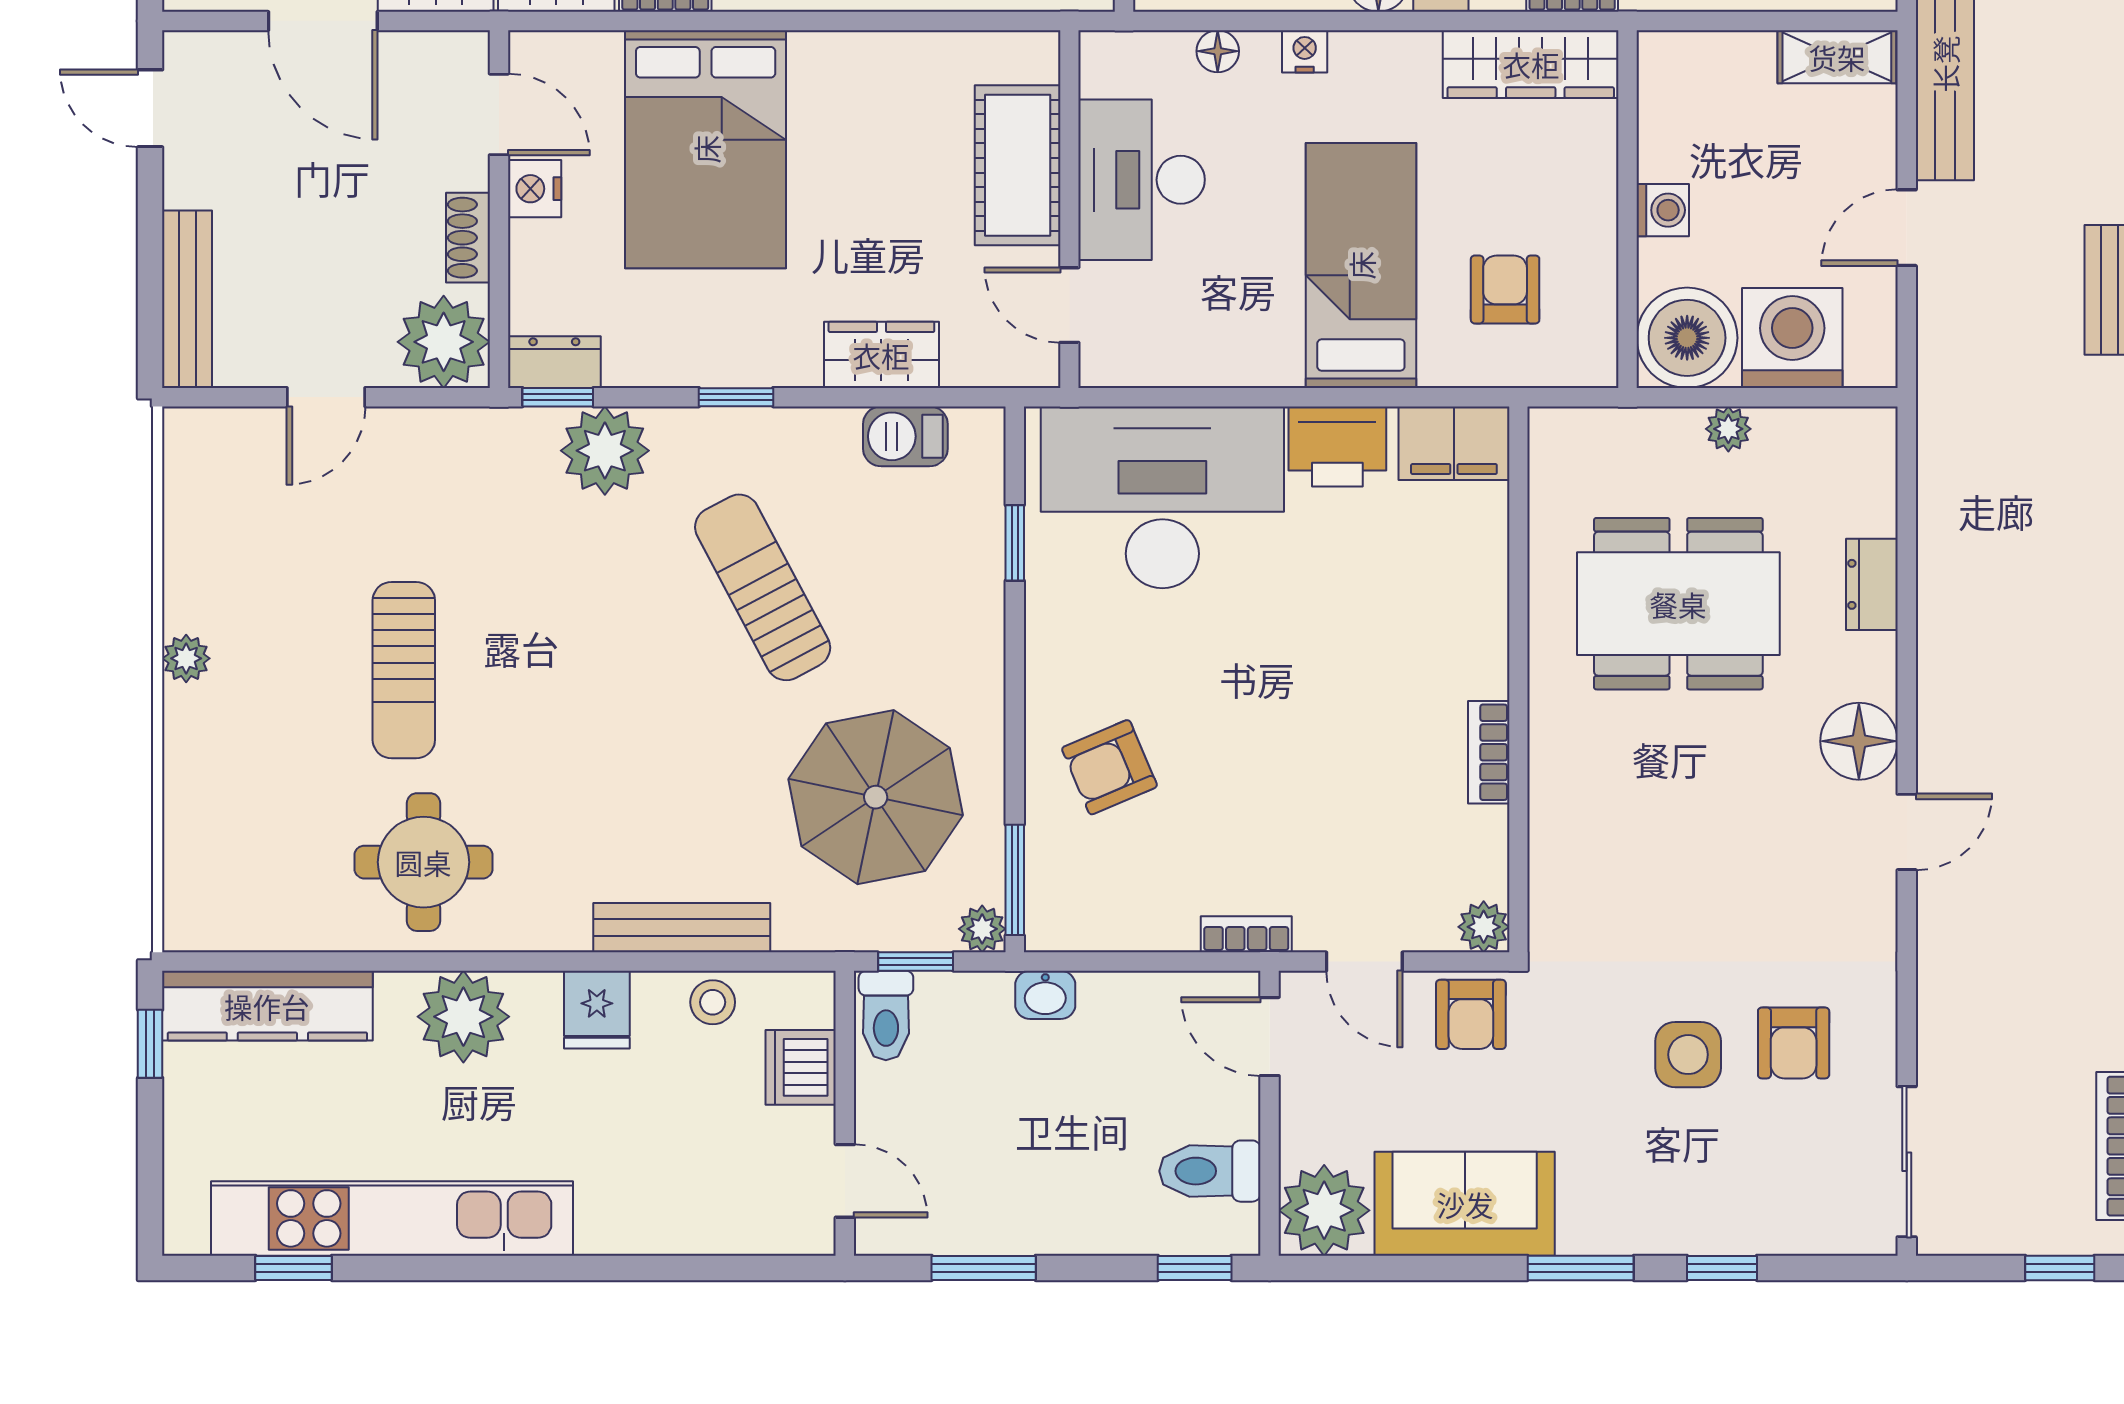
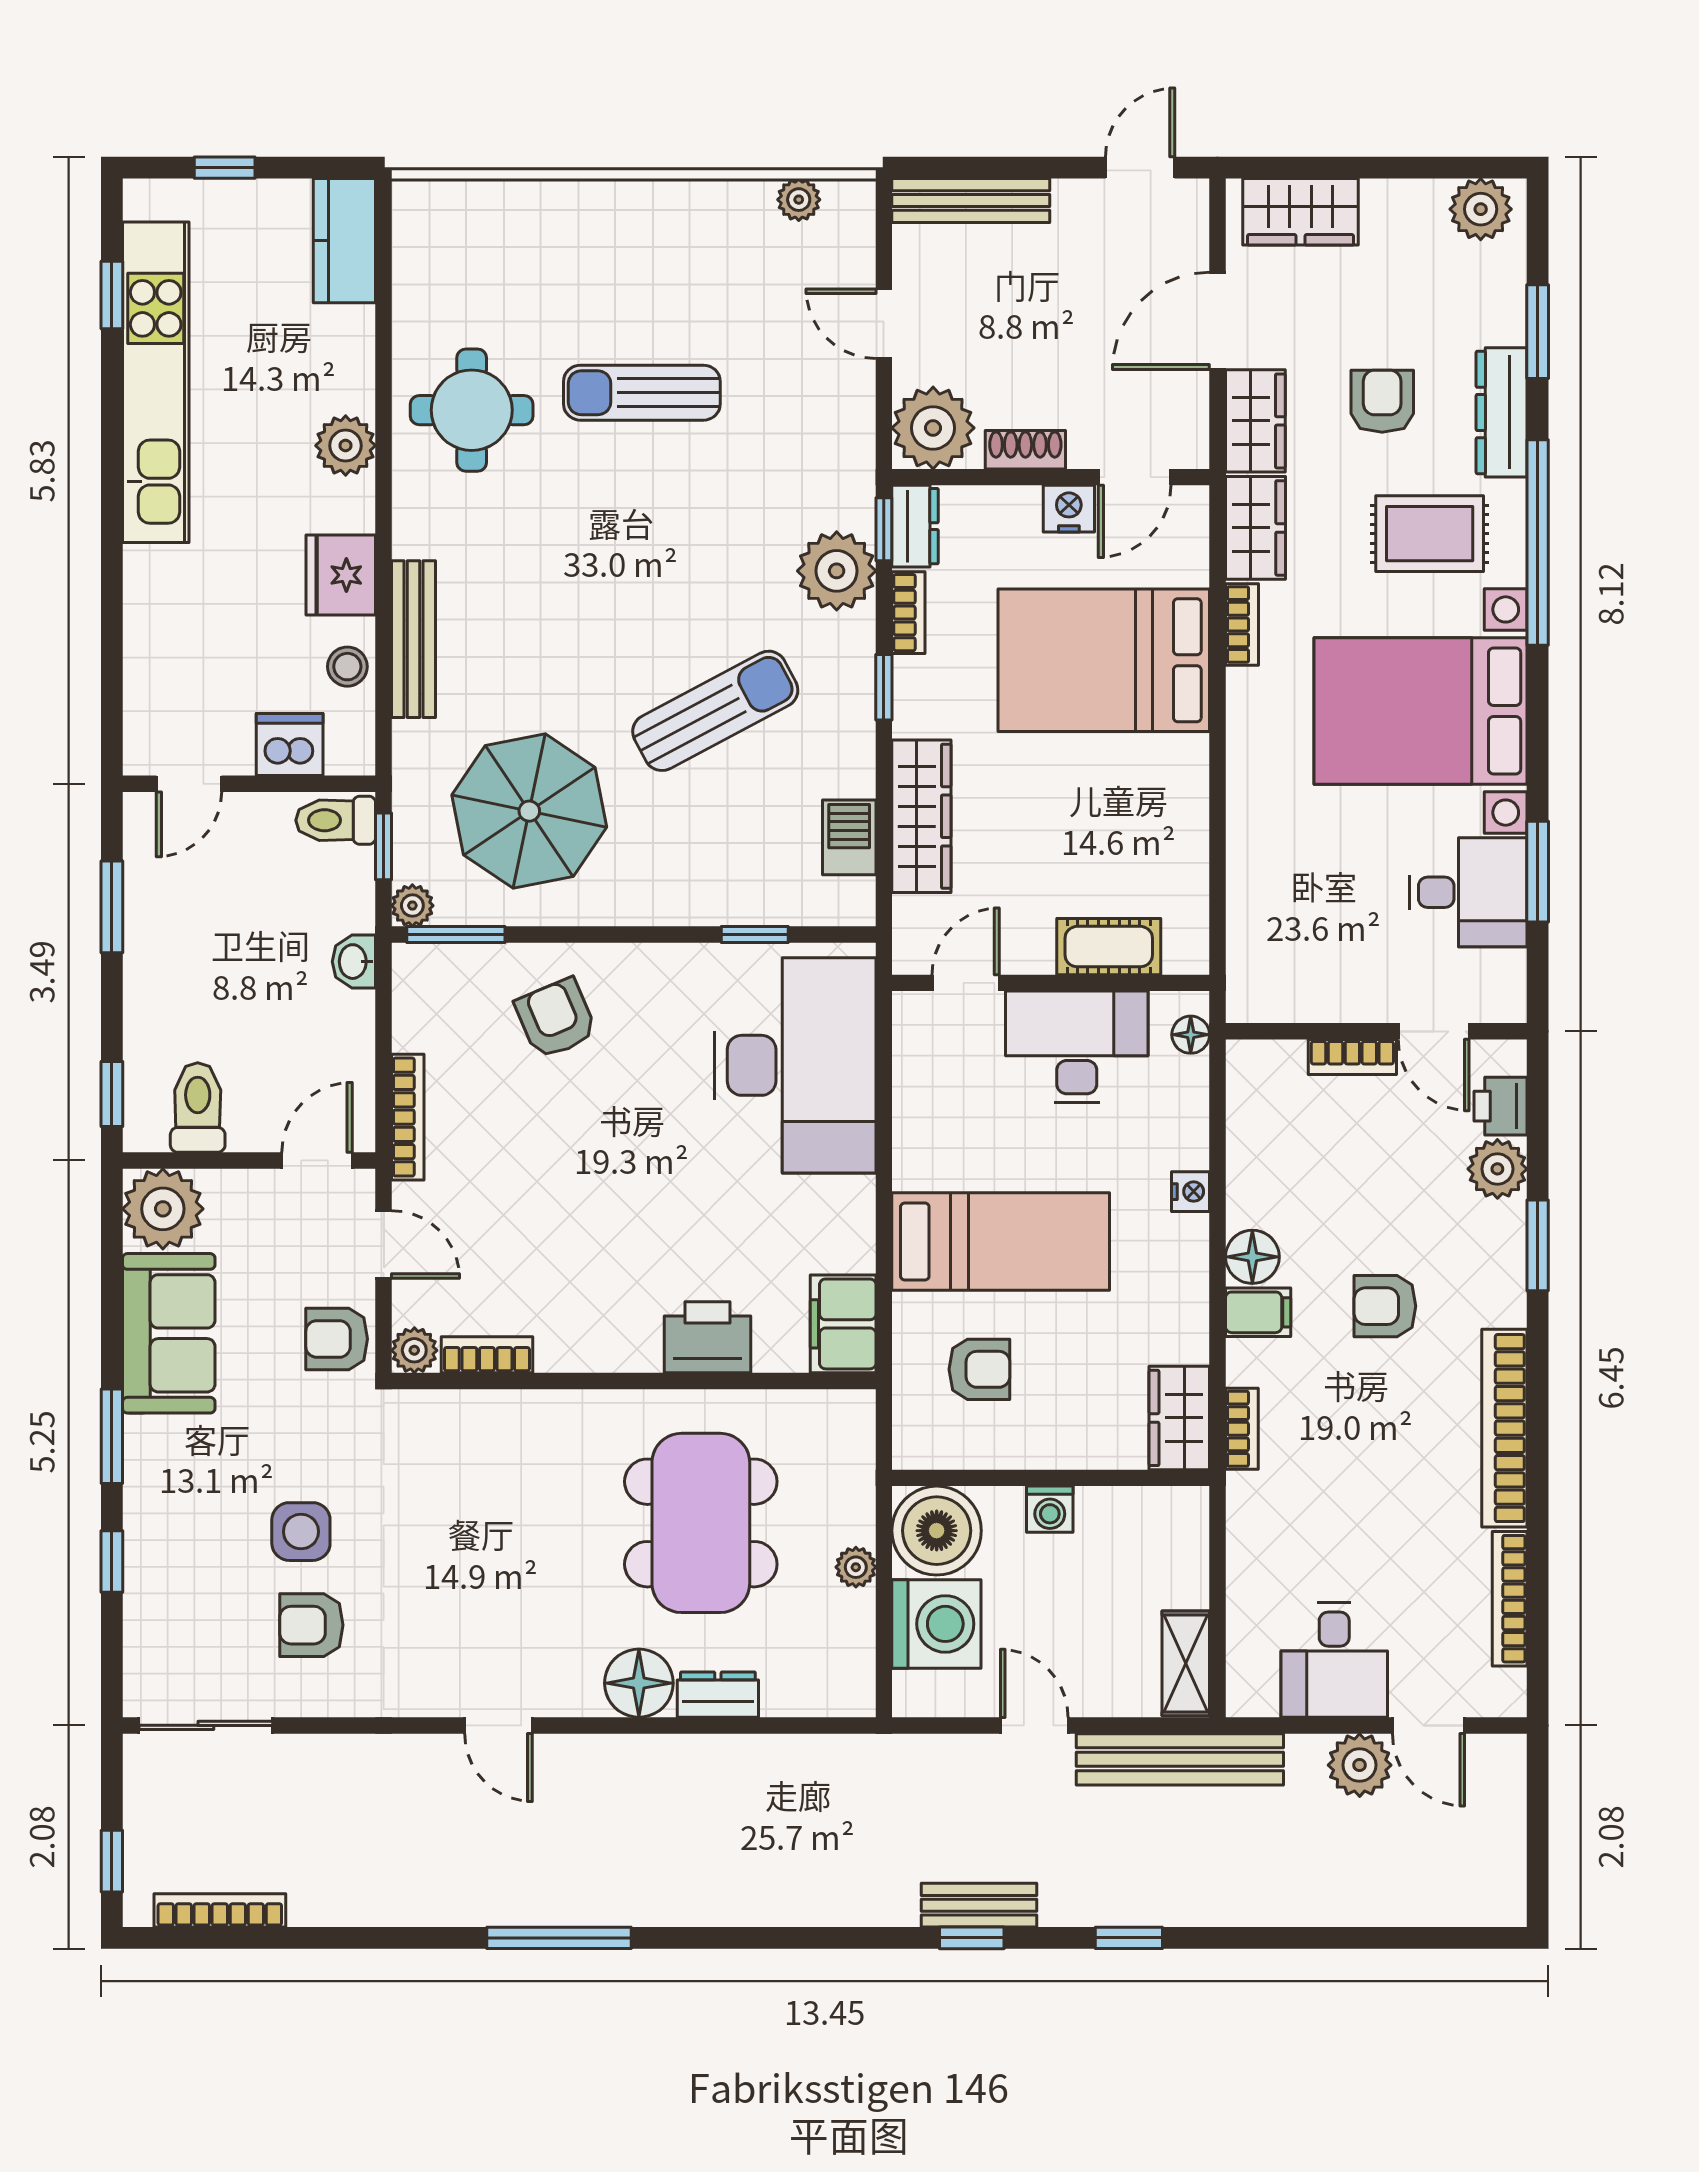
floor lamp: (1218, 51) -> (1191, 1035), moved
wardrobe: (1531, 64) -> (1179, 1418), width x0.67
cot: (1018, 165) -> (1109, 947), width x0.73, depth x0.75
wardrobe: (881, 355) -> (921, 816), width x1.50
bookcase: (652, 370) -> (908, 613), added
printer: (1337, 447) -> (708, 1337), moved, turned 90
plant: (186, 658) -> (799, 200), moved
floor lamp: (1859, 741) -> (639, 1683), moved
bookcase: (1489, 752) -> (487, 1355), moved
bookcase: (1246, 934) -> (408, 1117), width x1.56
door: (1364, 962) -> (384, 1244), swing flipped
kitchen counter: (267, 1006) -> (344, 241), width x0.67
fridge: (597, 1010) -> (341, 575), width x1.38
plant: (463, 1017) -> (346, 446), width x0.73, depth x0.73
window: (150, 1044) -> (225, 168), moved

